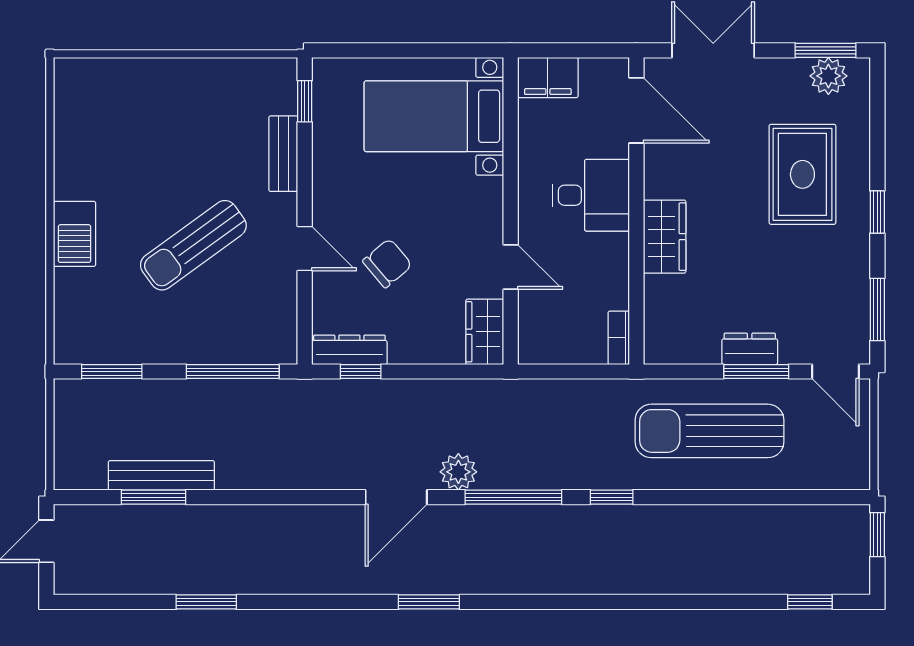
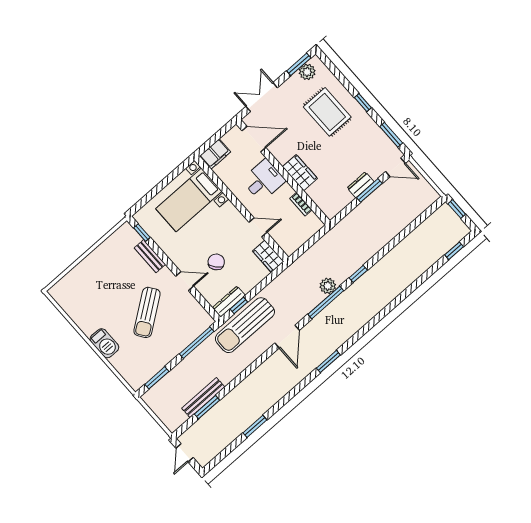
bookcase: (619, 338) -> (301, 204), moved
sun lounger: (710, 431) -> (245, 325), moved
plant: (458, 472) -> (328, 286), moved

